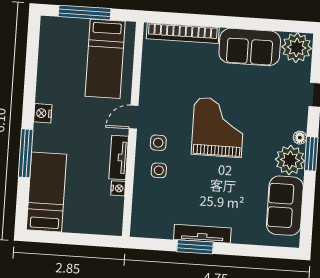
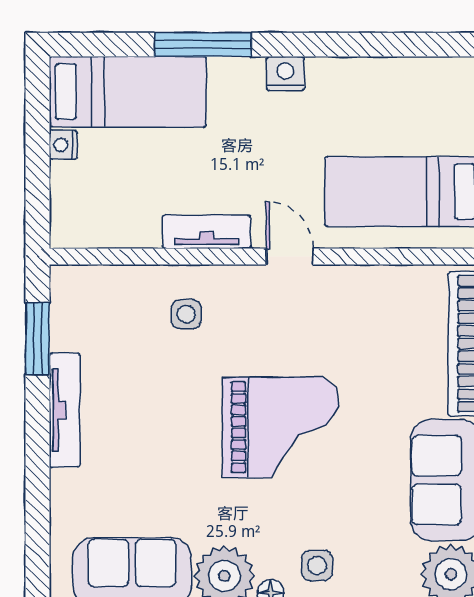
side table: (158, 143) -> (317, 565), moved
nightstand: (118, 188) -> (63, 145), moved, turned 90
window: (195, 247) -> (37, 339), moved

